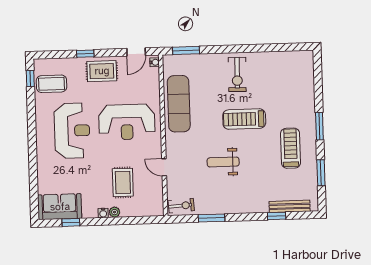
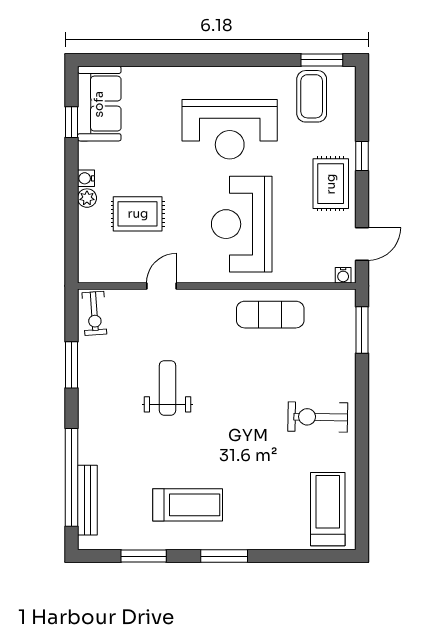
door: (136, 52) -> (362, 244), swing flipped
window: (30, 79) -> (322, 60), width x1.50
exercise mat: (179, 104) -> (270, 315), width x0.73, depth x0.69
treadmill: (244, 119) -> (328, 509), moved
window: (277, 216) -> (71, 477), width x3.17

